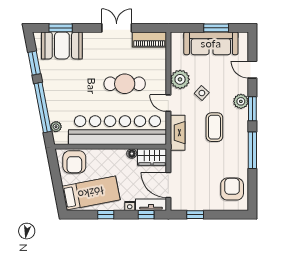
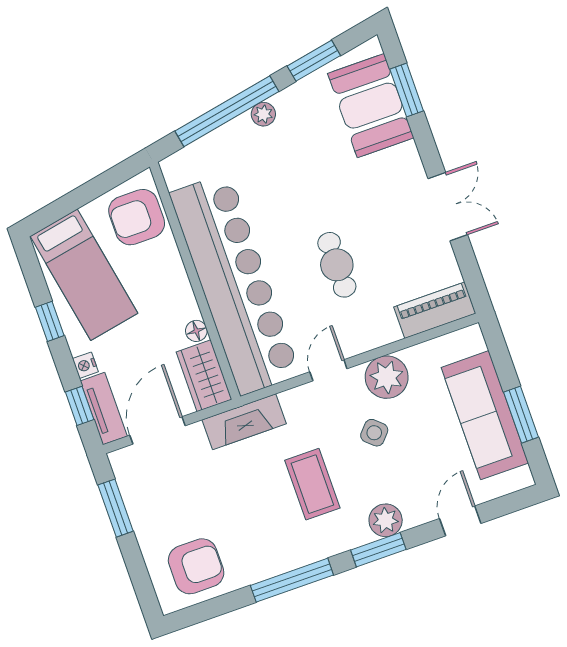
piano: (149, 39) -> (435, 310), moved, turned 90
cafe table: (125, 84) -> (337, 265), width x0.73, depth x0.74
plant: (56, 127) -> (263, 114), moved
coffee table: (214, 127) -> (312, 484), turned 90
fireplace: (178, 133) -> (244, 422), moved
window: (195, 215) -> (116, 508), width x1.50

